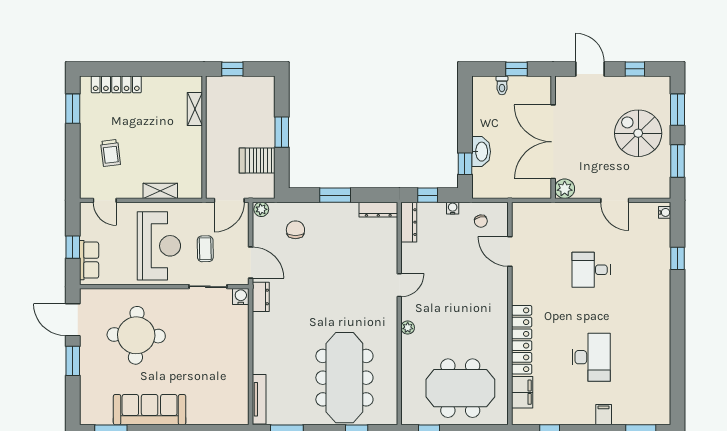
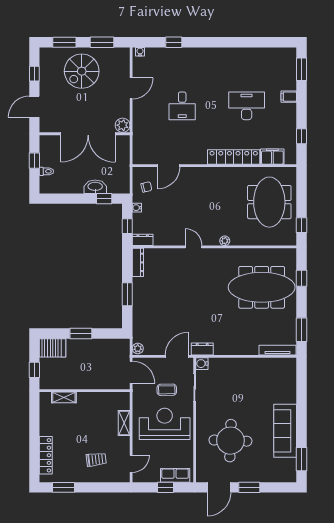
server rack: (257, 161) -> (53, 348), moved, turned -90
dresser: (409, 222) -> (143, 240), width x0.70
chair: (295, 230) -> (153, 323), removed

